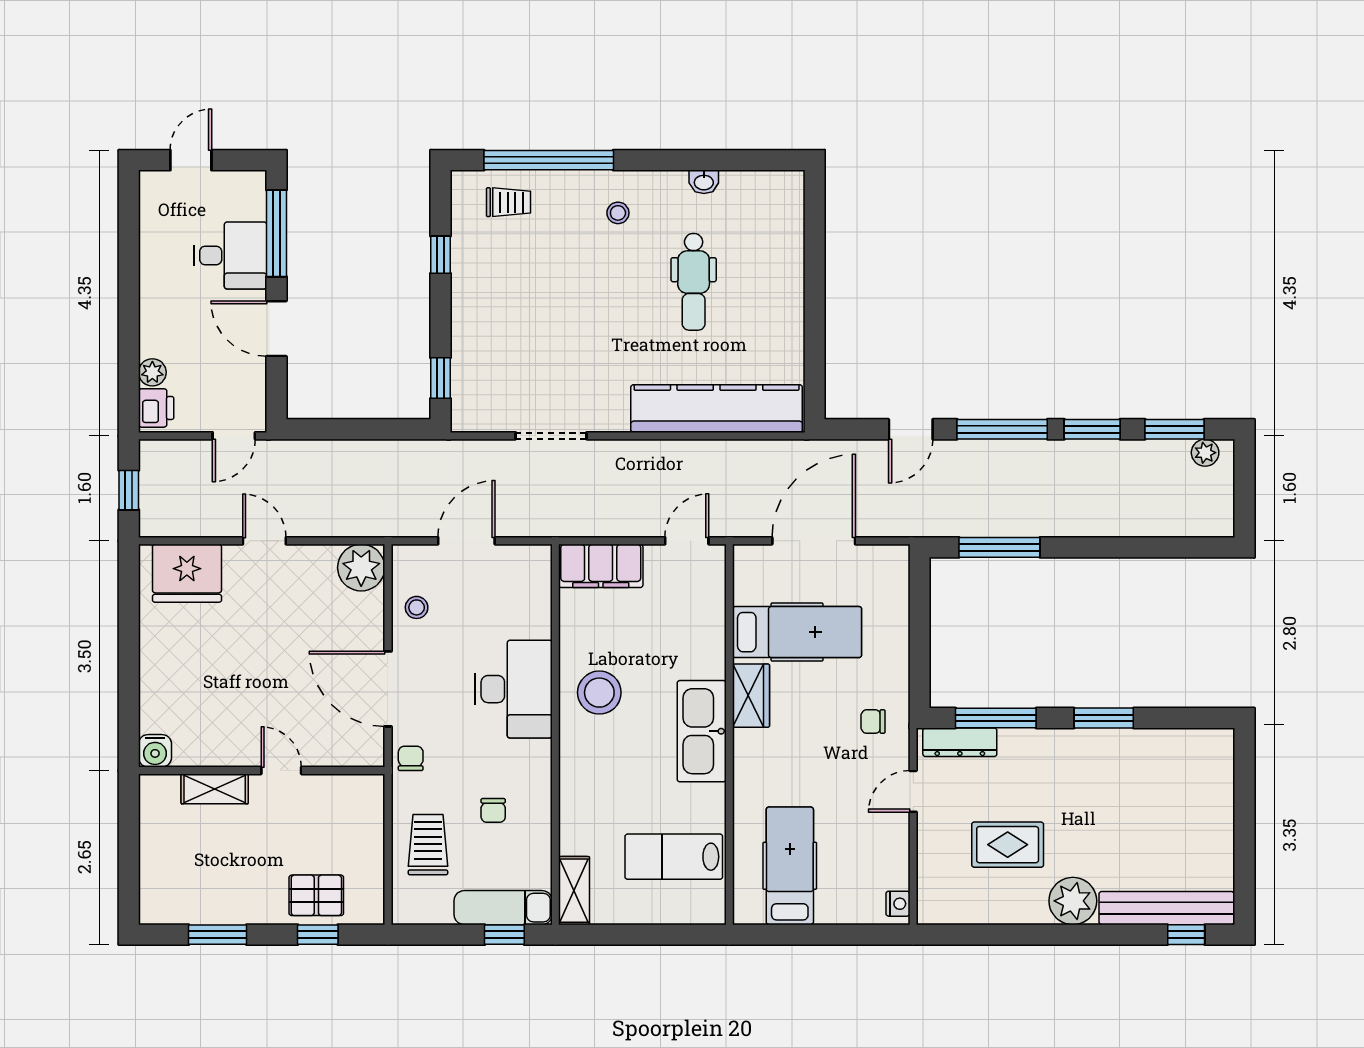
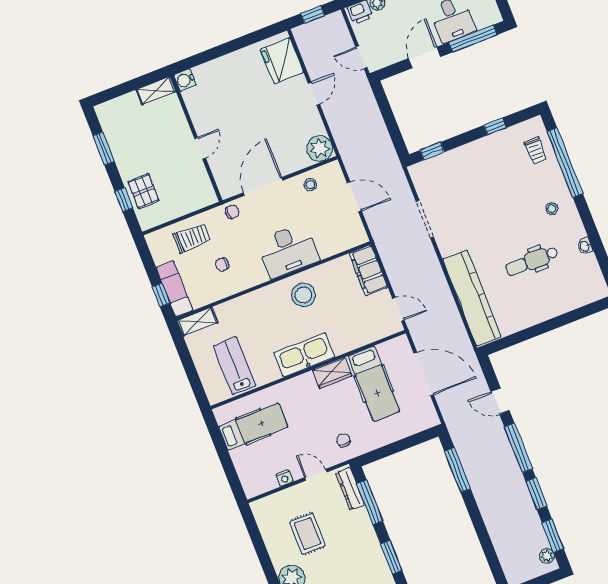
shelving: (215, 789) -> (156, 91), moved, turned 90
nightstand: (898, 904) -> (284, 478), moved

